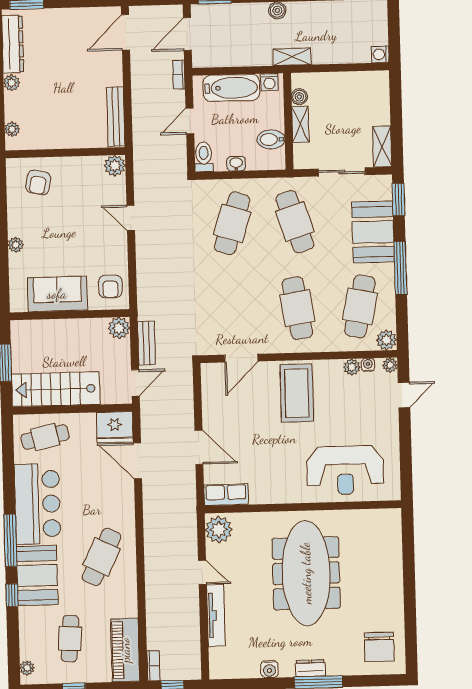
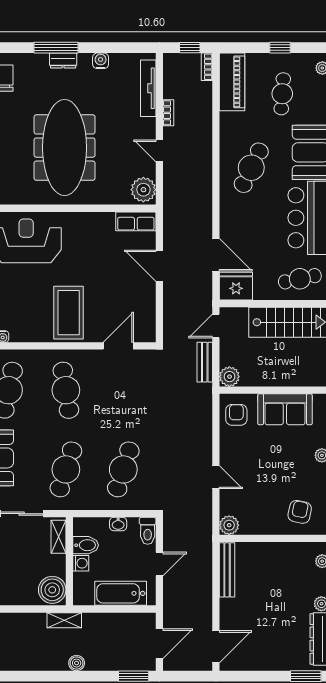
bookcase: (179, 75) -> (168, 113), moved
washing machine: (269, 82) -> (81, 563), moved, turned 90
boiler: (299, 97) -> (52, 590), width x1.86, depth x1.86
shelving: (300, 124) -> (58, 537), moved
cafe table: (295, 222) -> (66, 469), turned 36
plant: (352, 367) -> (18, 335), removed
tv unit: (216, 616) -> (148, 88), moved

